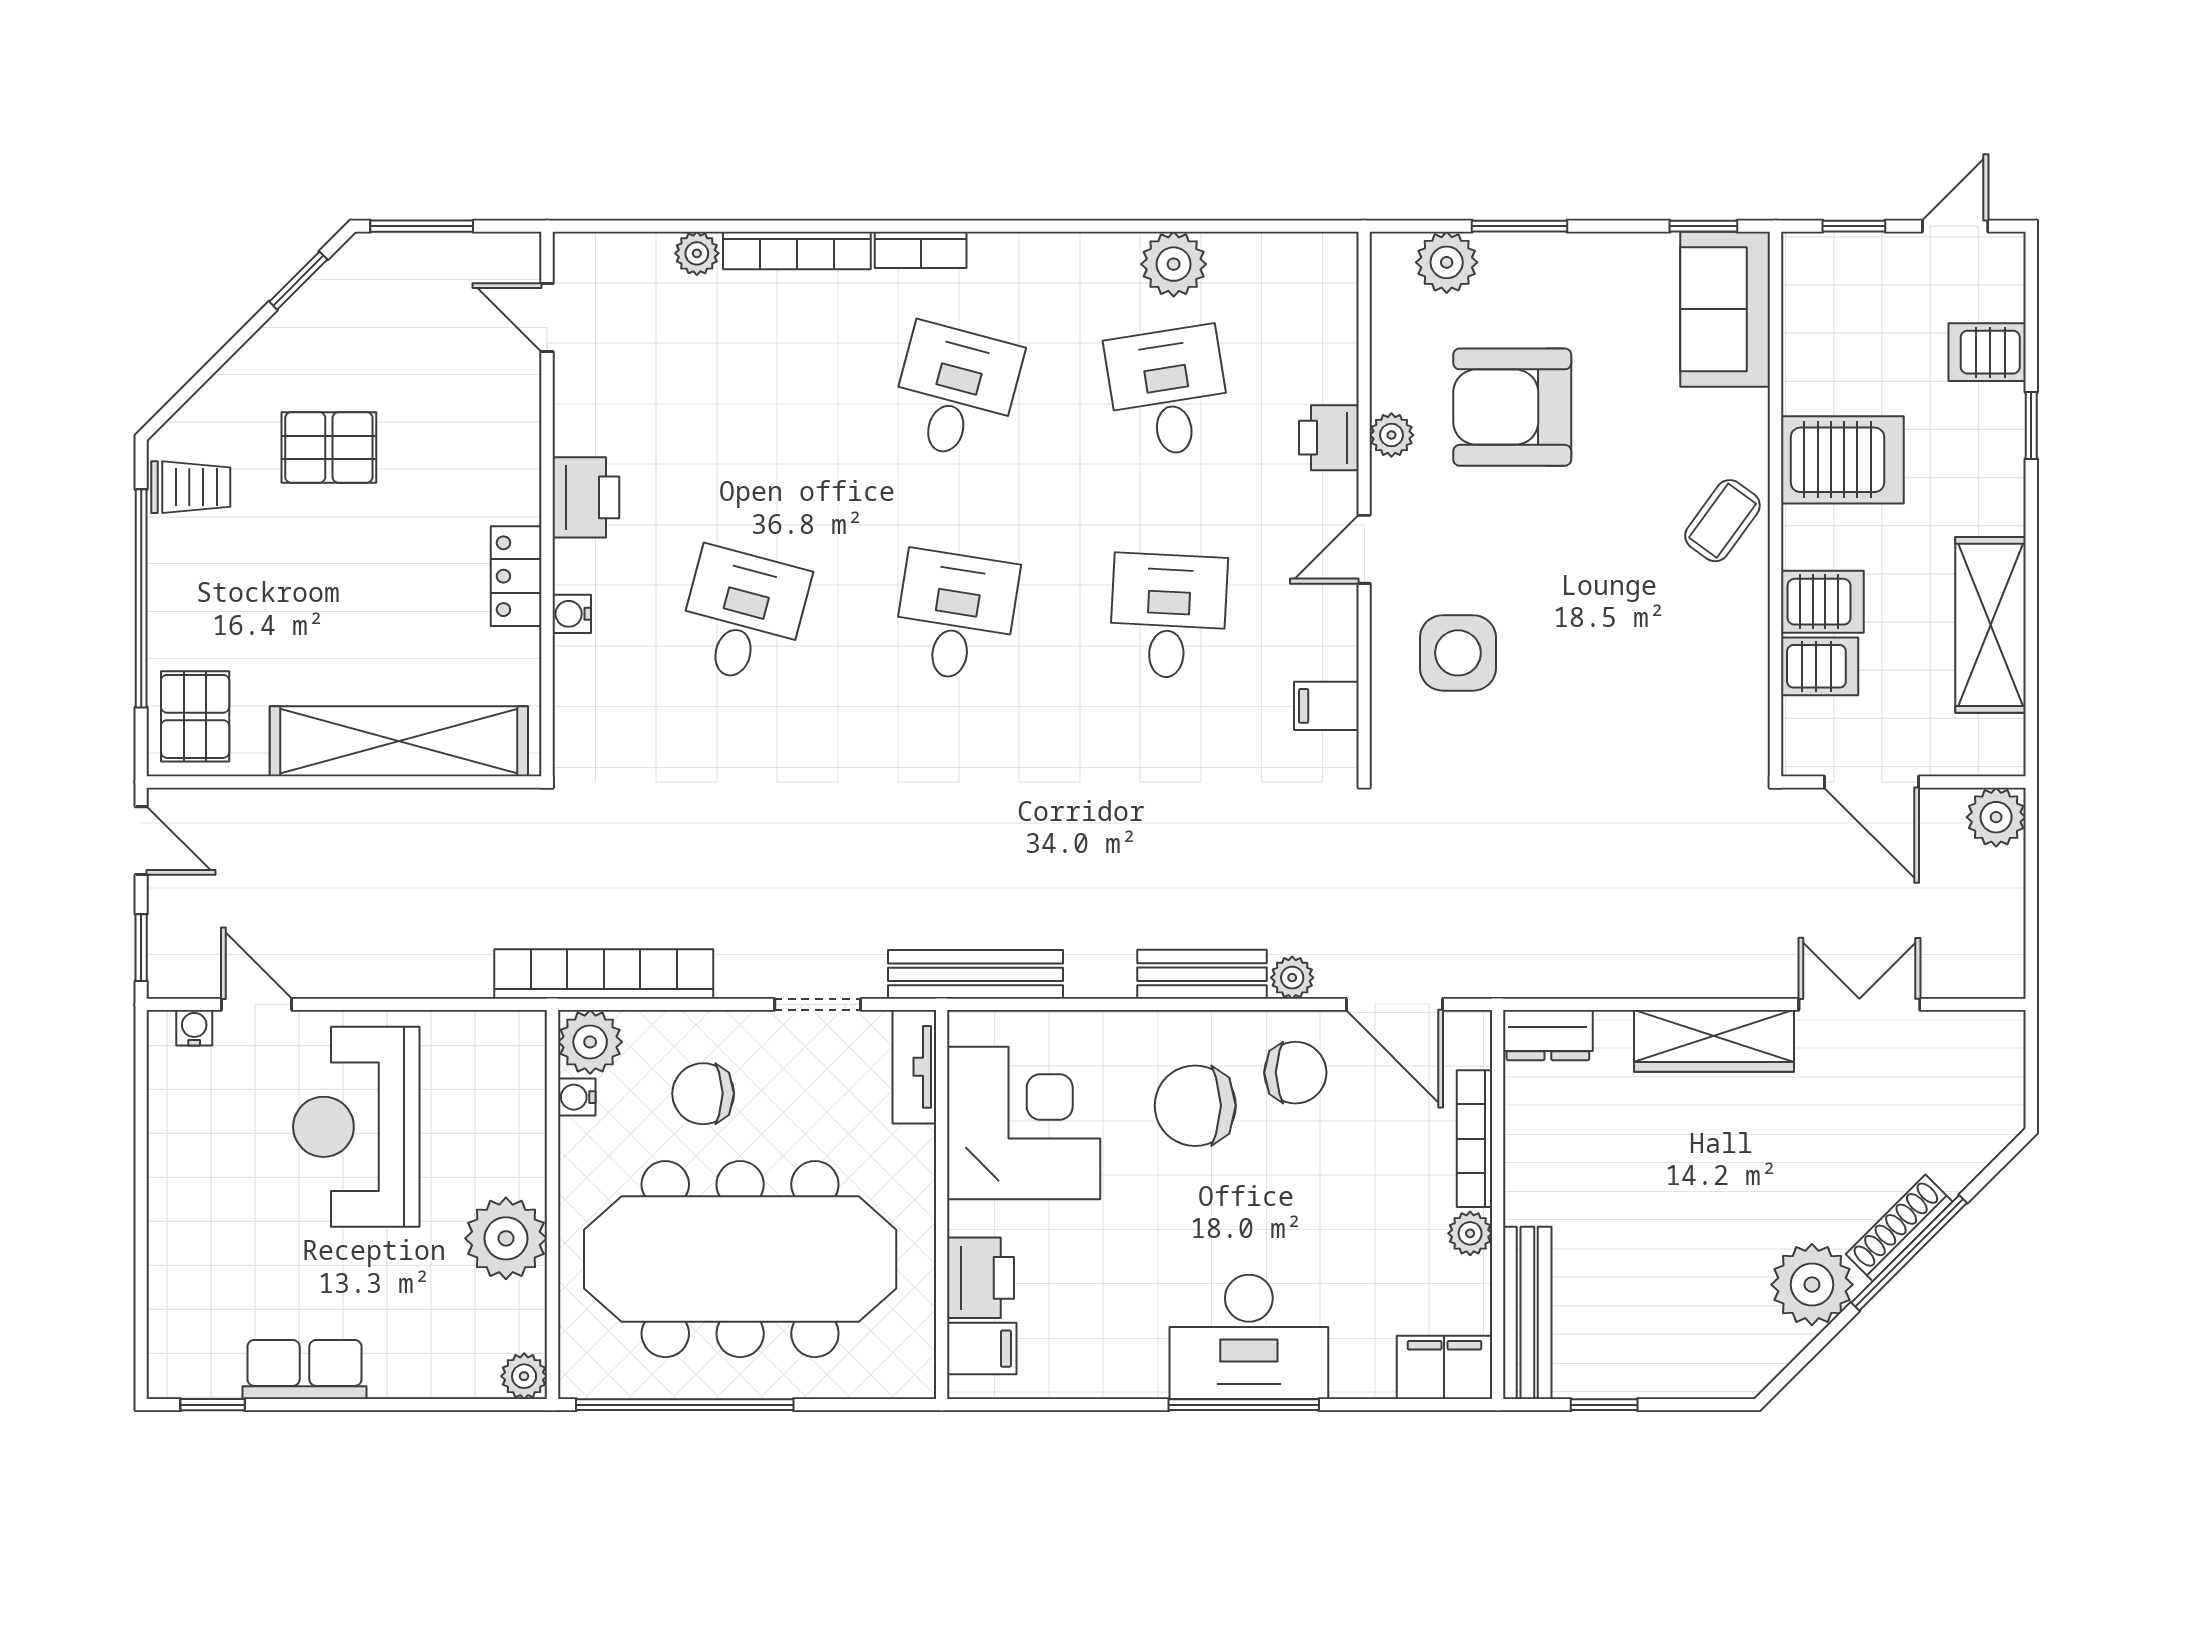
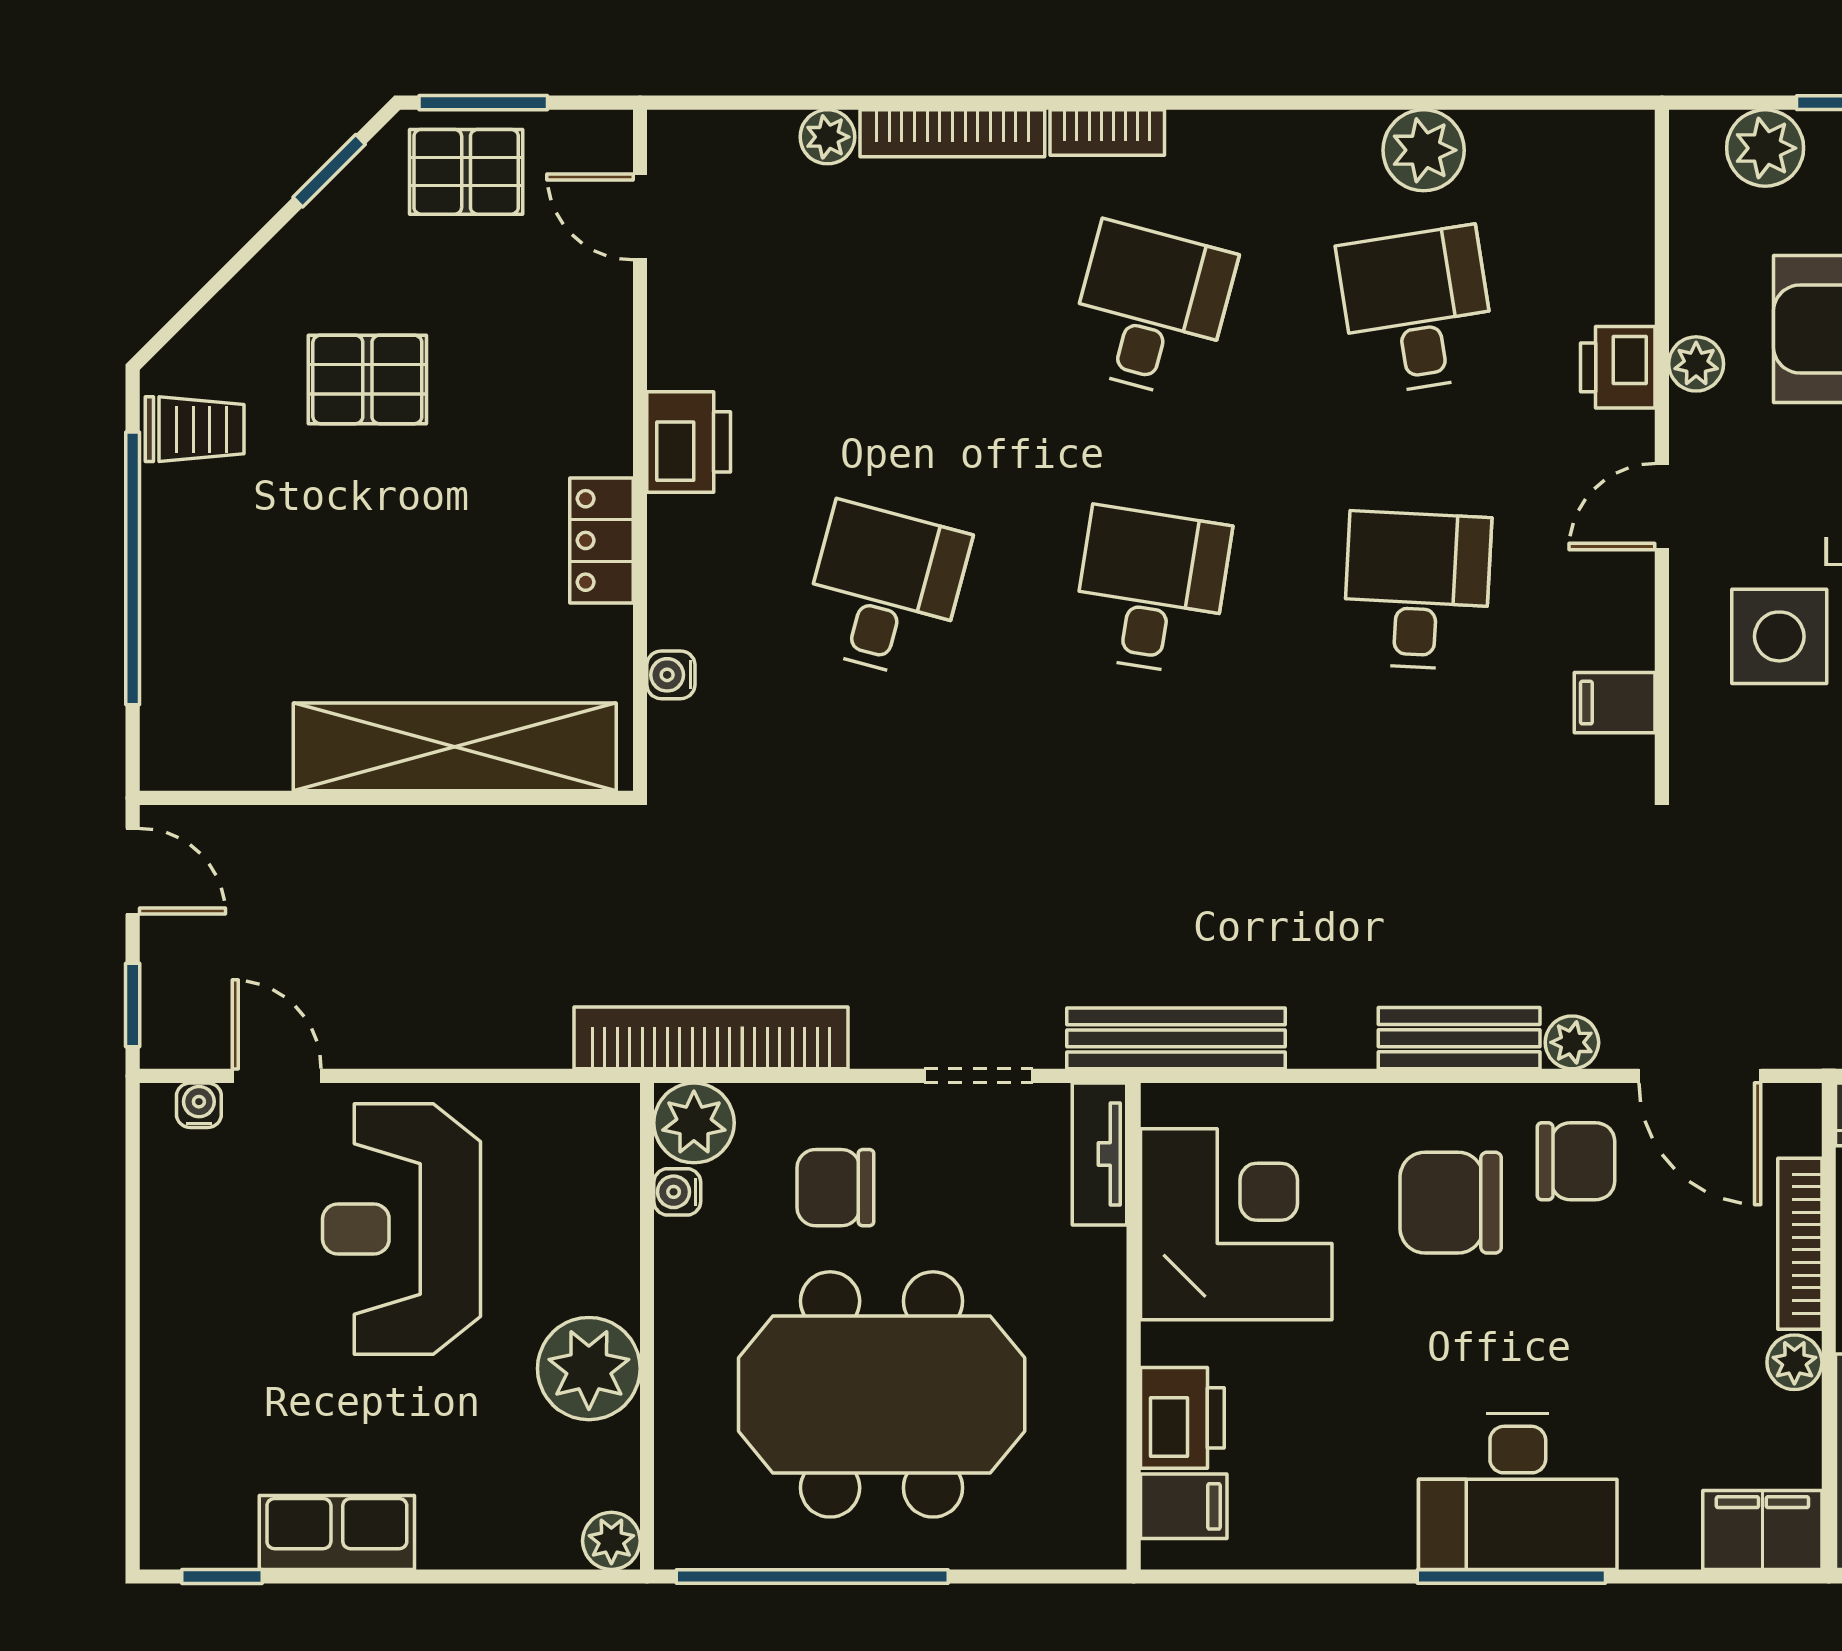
water cooler: (572, 614) -> (671, 675), moved
pallet: (195, 716) -> (466, 172), moved, turned 90
meeting table: (740, 1259) -> (882, 1394), width x0.73

